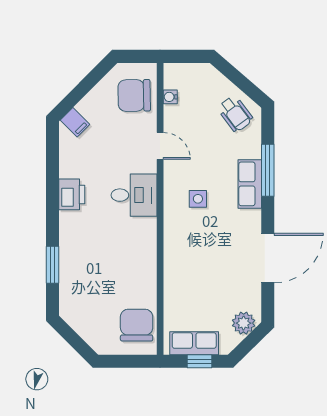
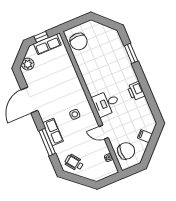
filing cabinet: (75, 122) -> (145, 136), moved

